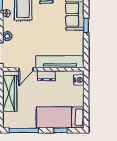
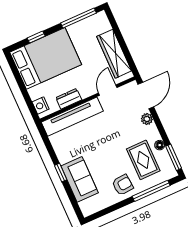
dresser: (46, 76) -> (69, 99), moved
bed: (60, 117) -> (46, 58), width x1.50

